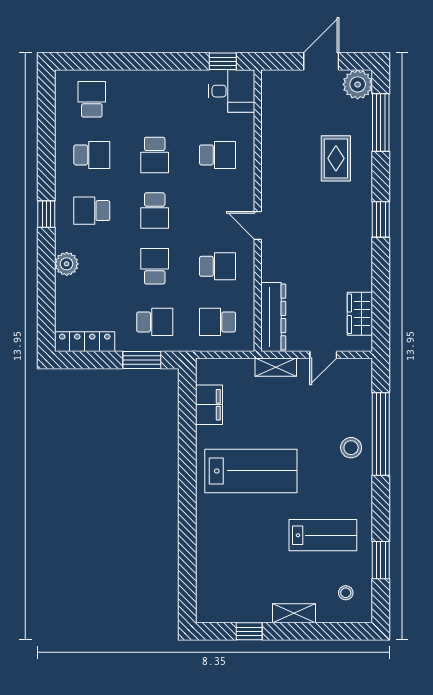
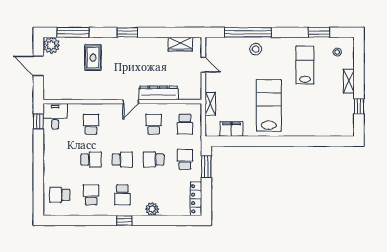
rug: (336, 158) -> (93, 58), turned 90
dresser: (273, 317) -> (159, 93), moved
shelving: (276, 367) -> (210, 104), moved

